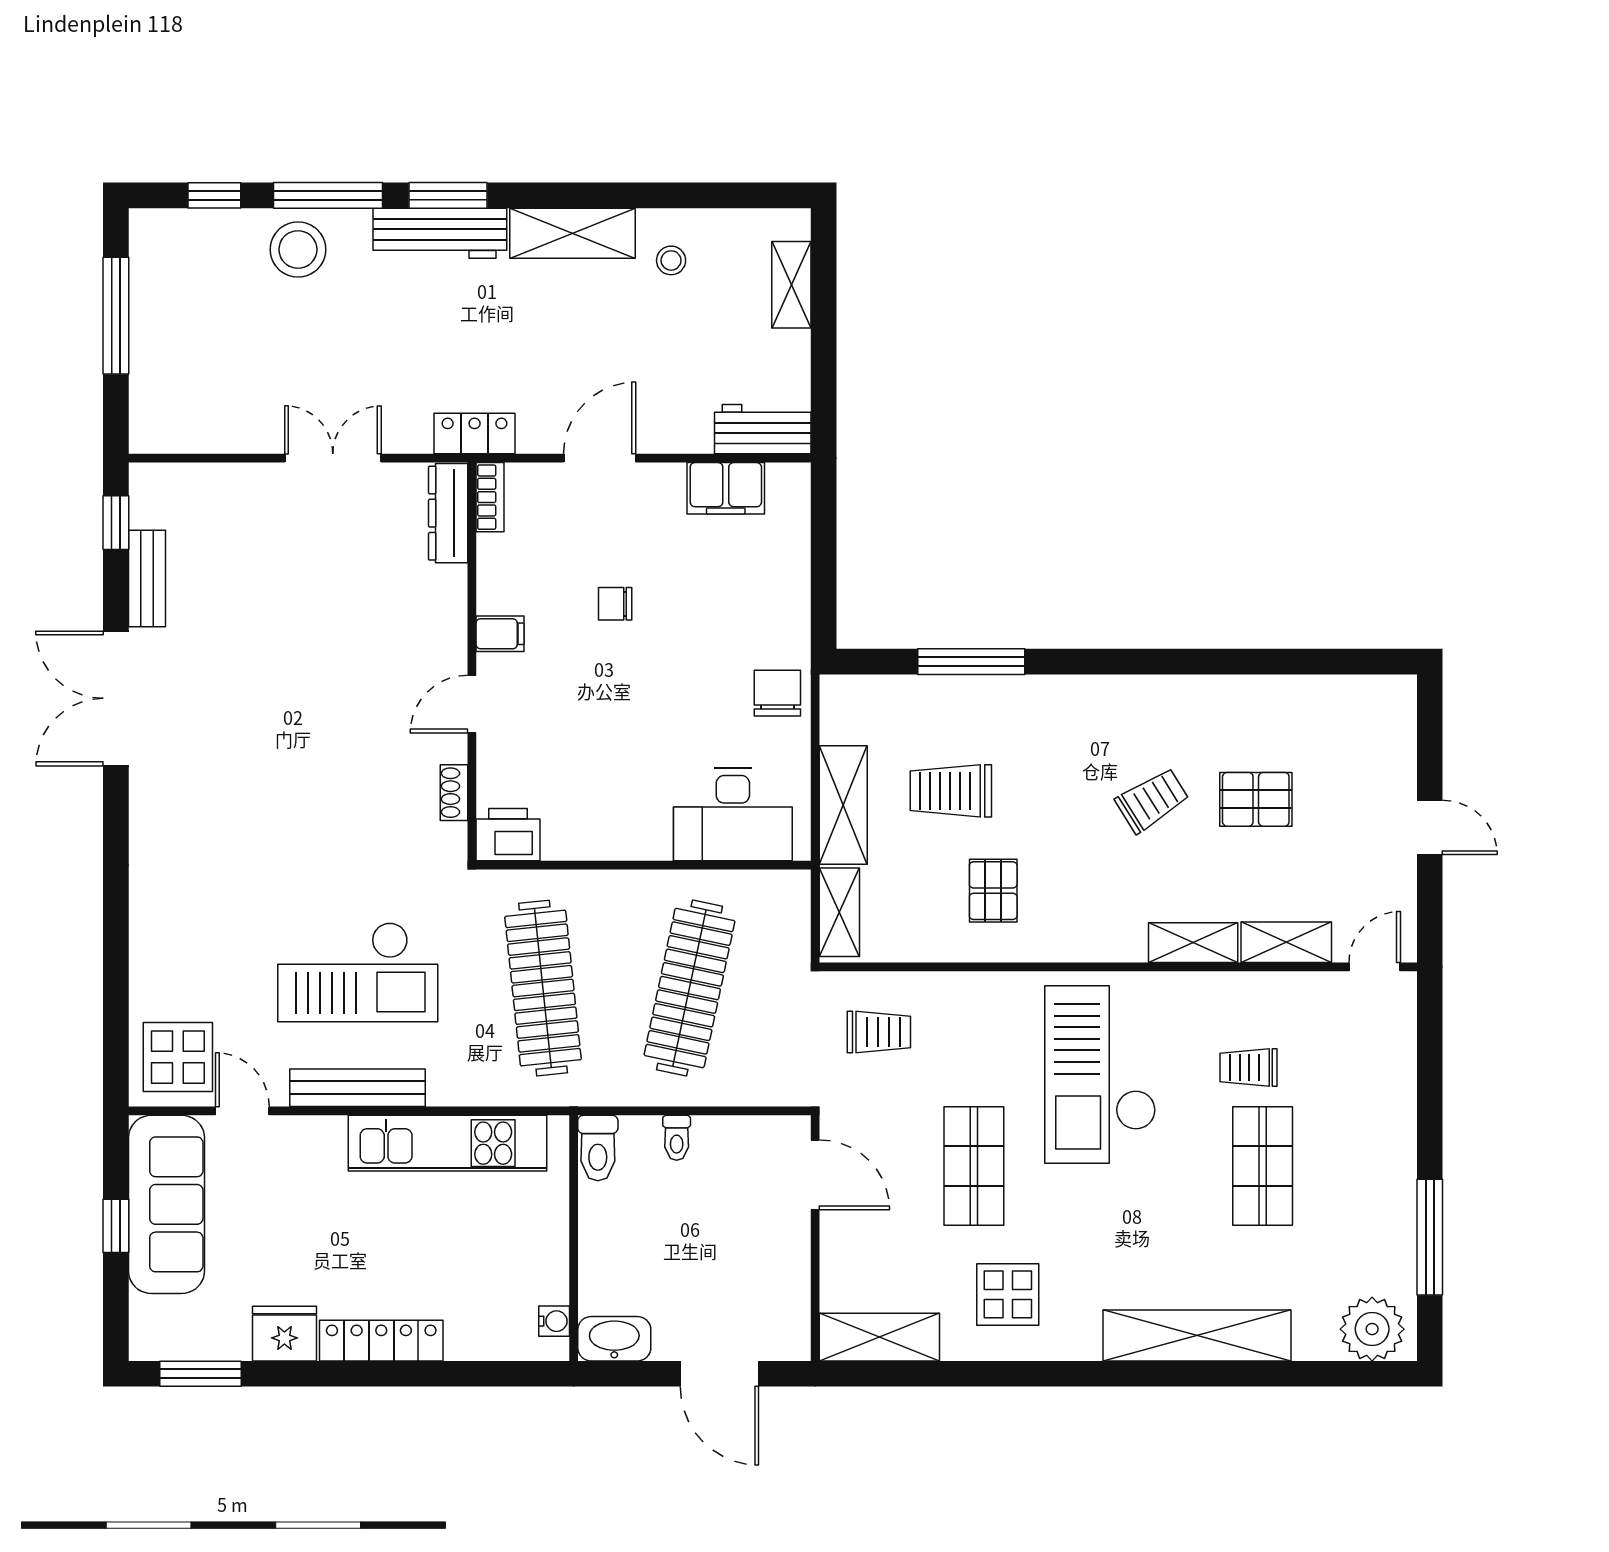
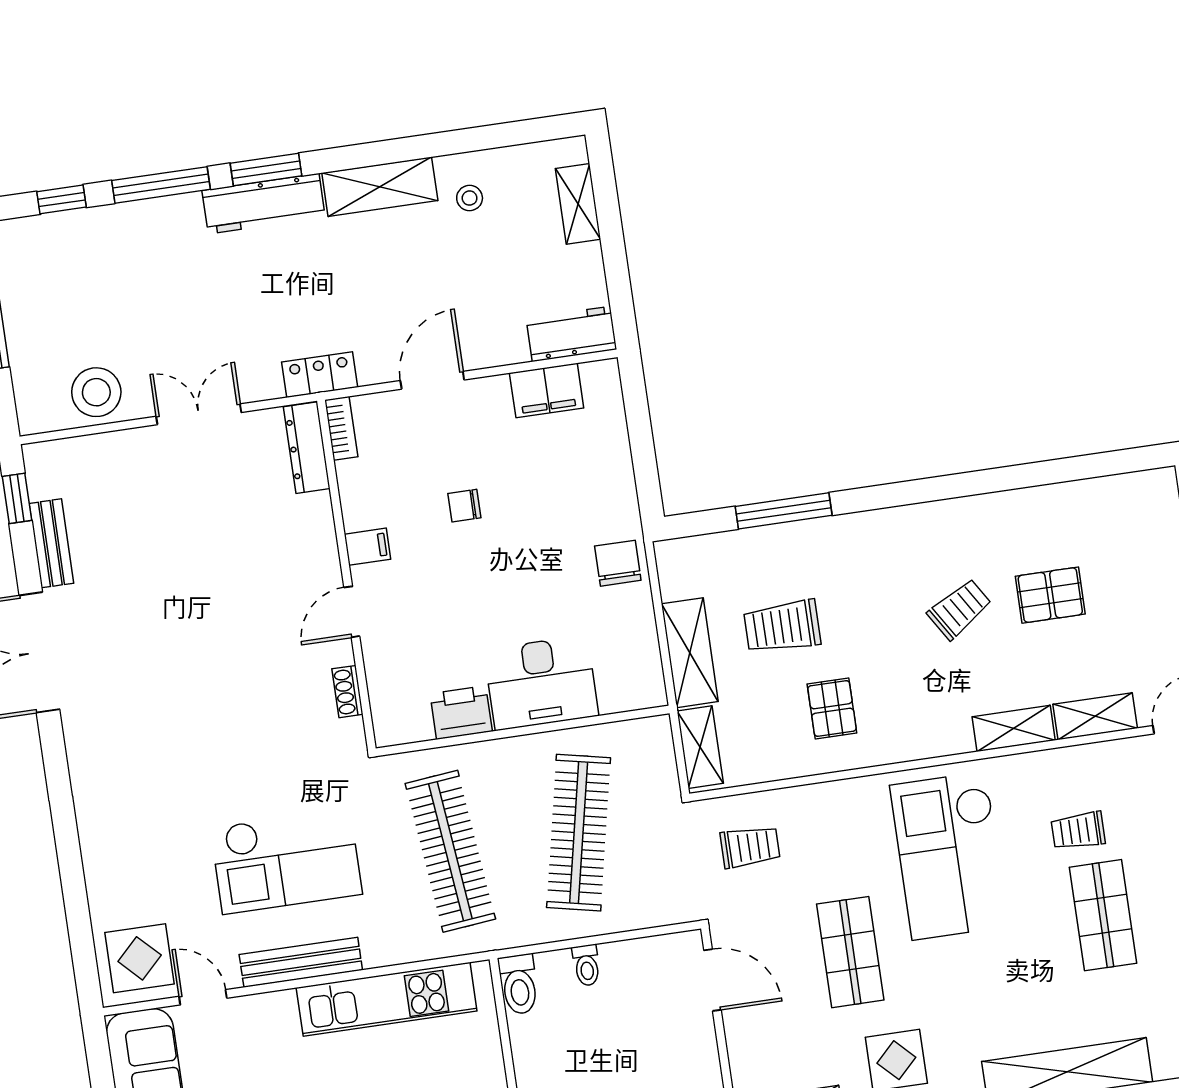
stool: (298, 250) -> (96, 392), moved
desk: (733, 814) -> (541, 683), moved
printer: (508, 835) -> (461, 713), moved

